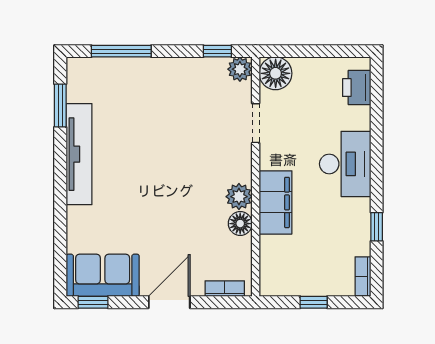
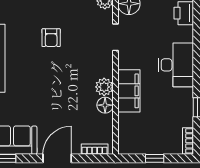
armchair: (160, 124) -> (51, 38), added

